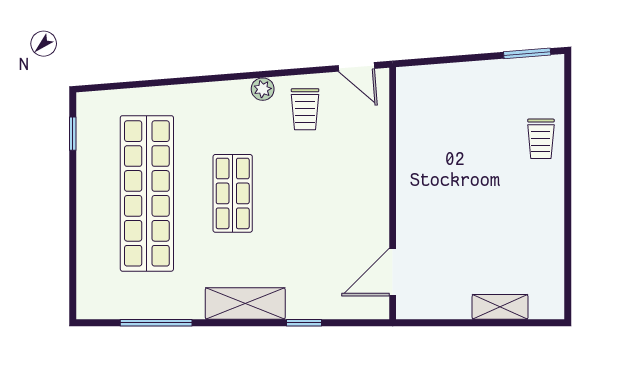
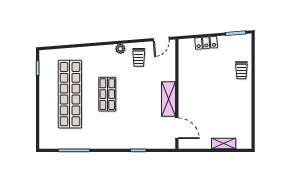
door: (356, 67) -> (161, 39), hinge flipped
locker: (460, 75) -> (206, 43), added
door: (393, 272) -> (177, 128), swing flipped
shelving: (245, 303) -> (168, 99), moved, turned 90

